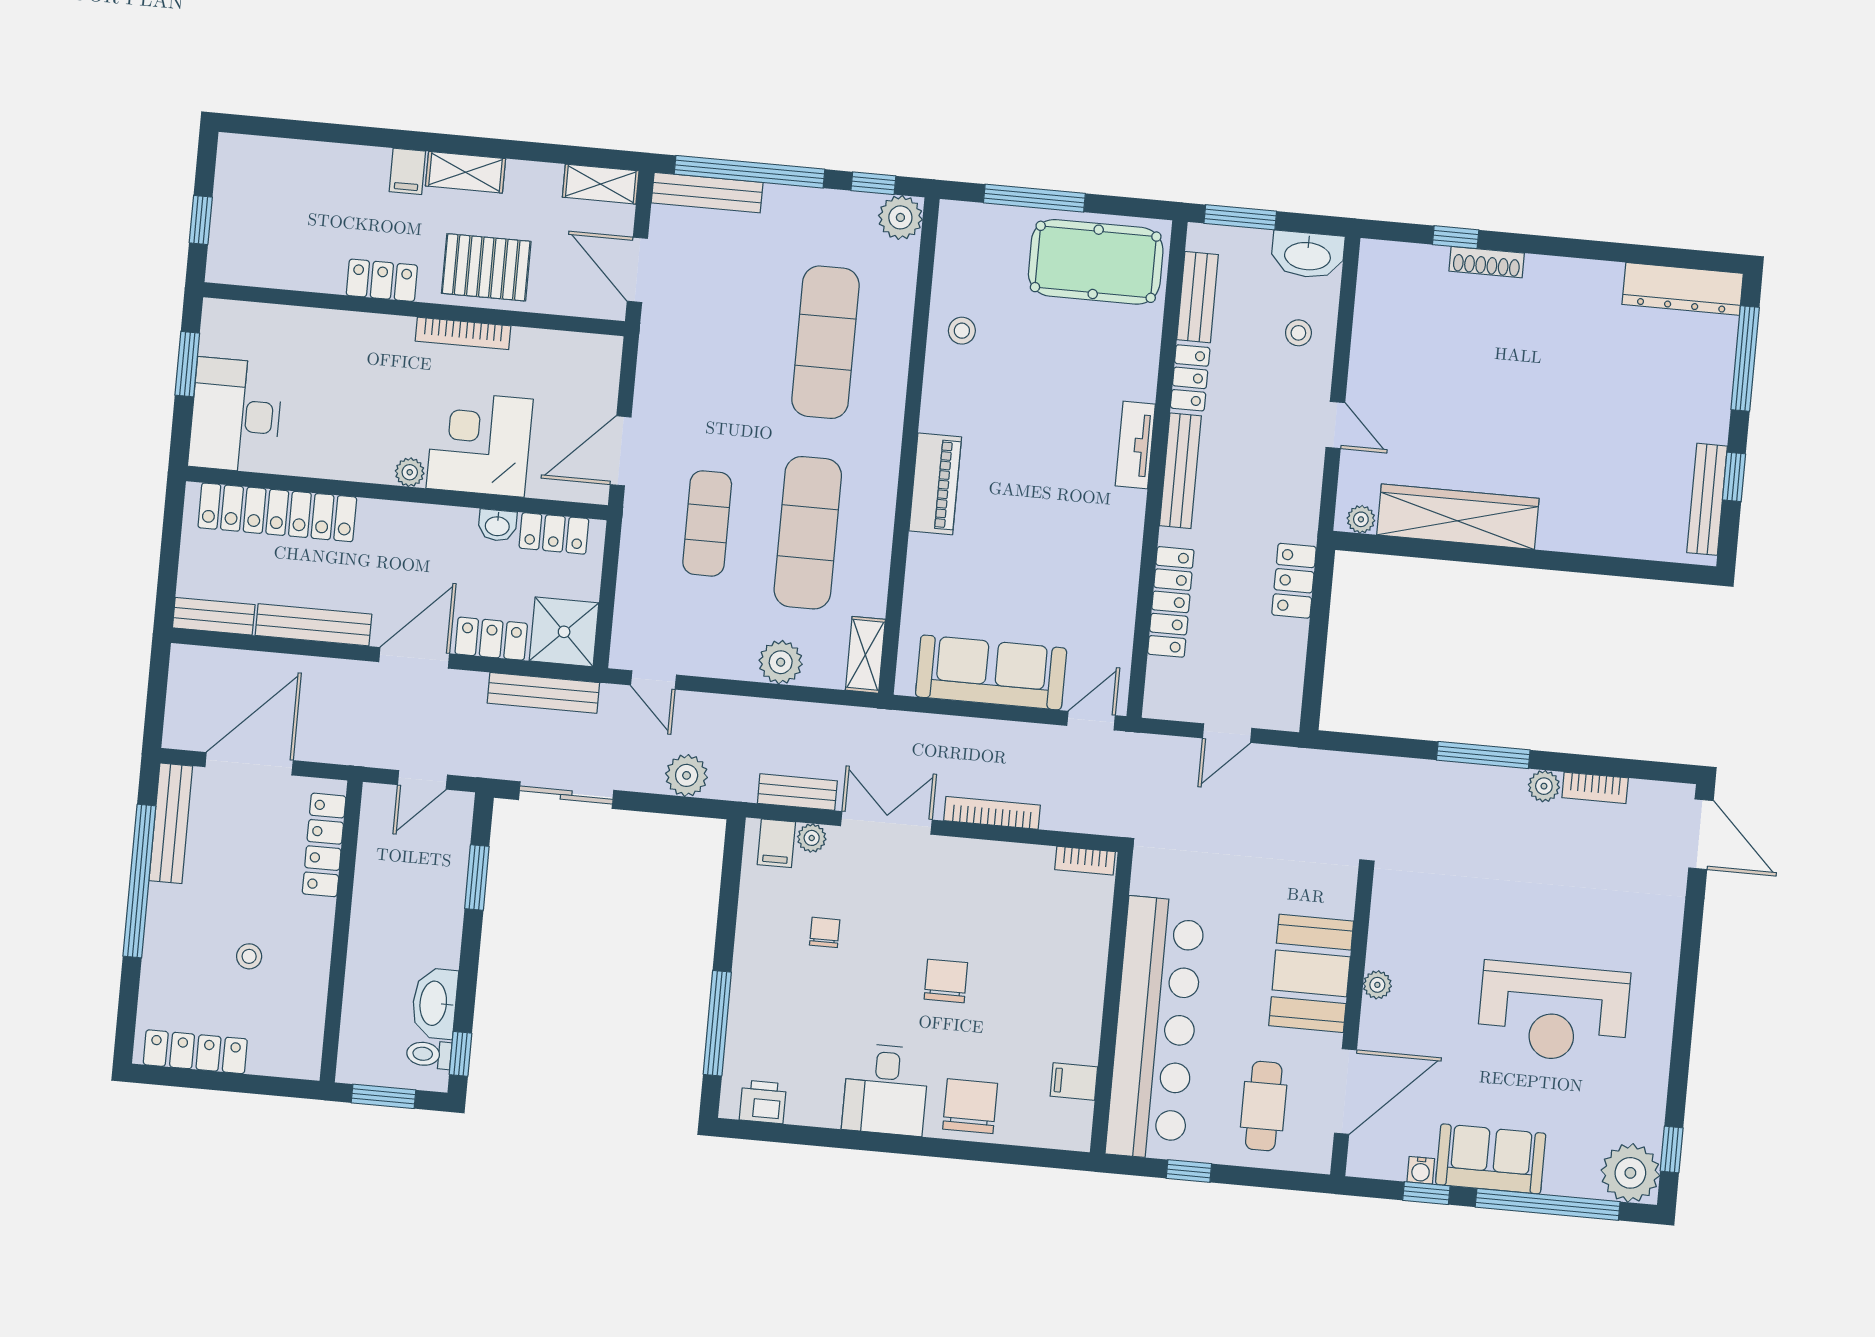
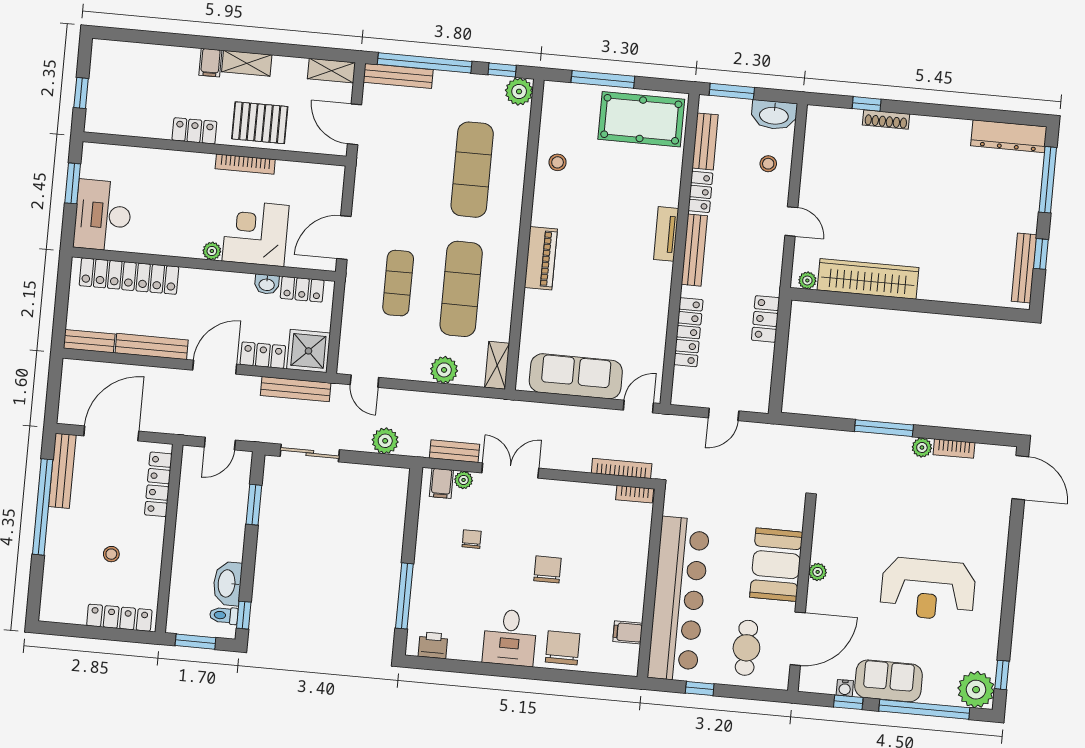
bookcase: (992, 813) -> (622, 468), moved
locker: (195, 1052) -> (119, 618), moved

